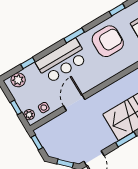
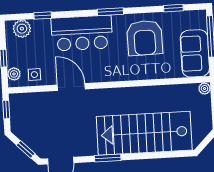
armchair: (108, 41) -> (145, 38), turned 89
door: (74, 103) -> (71, 87), hinge flipped

